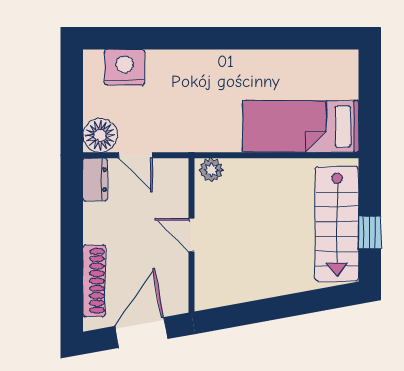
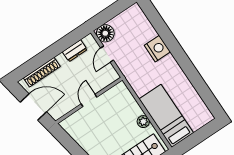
nightstand: (125, 67) -> (157, 49), moved
plant: (211, 170) -> (143, 122), moved
dresser: (95, 180) -> (75, 51), moved

